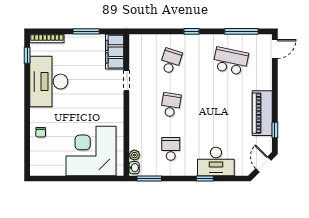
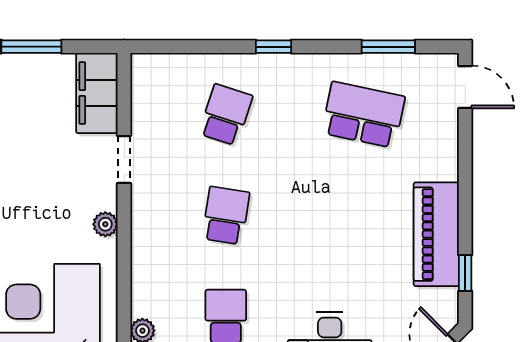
window: (241, 31) -> (388, 47), width x0.69
door: (275, 49) -> (465, 87), hinge flipped
plant: (118, 109) -> (105, 224), added

